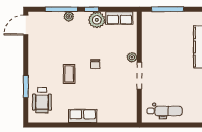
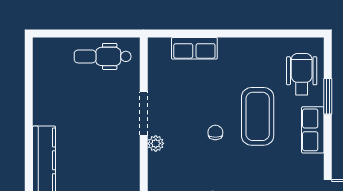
row of seats: (35, 66) -> (313, 130), added
coffee table: (69, 74) -> (258, 116), width x1.86, depth x1.72
row of seats: (83, 116) -> (194, 48), moved

